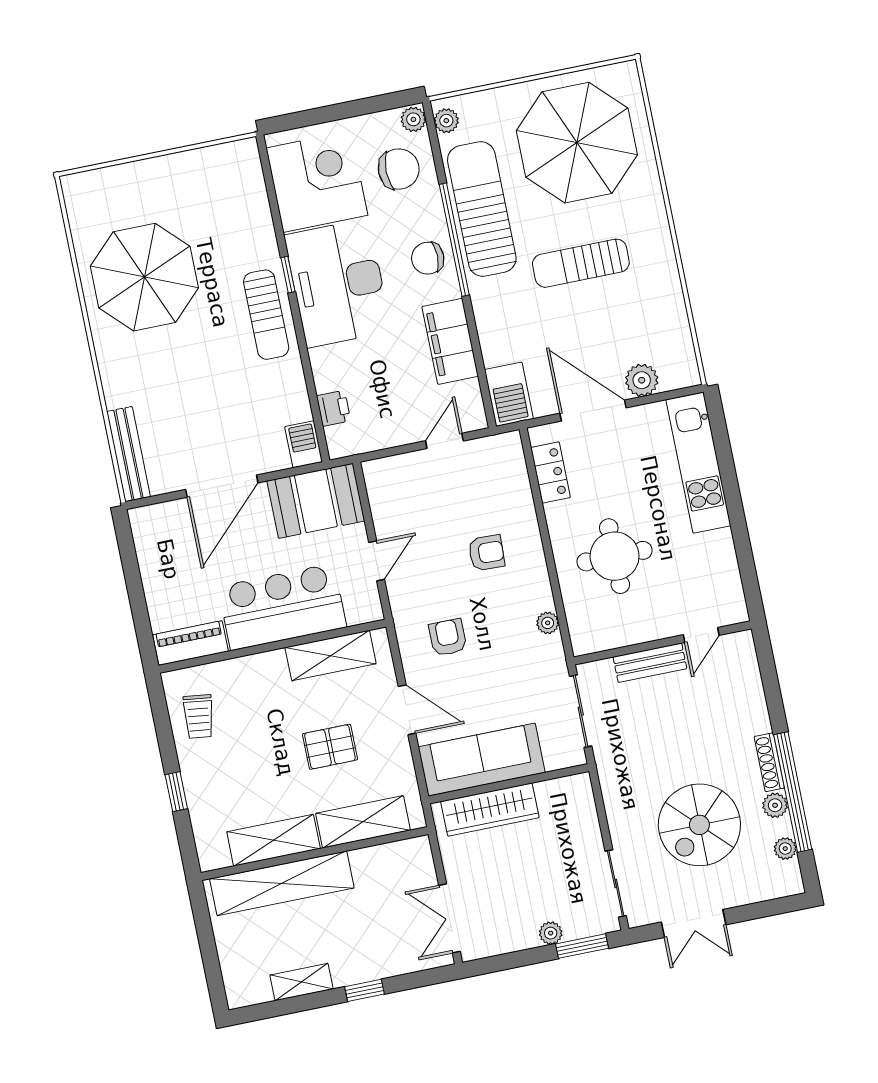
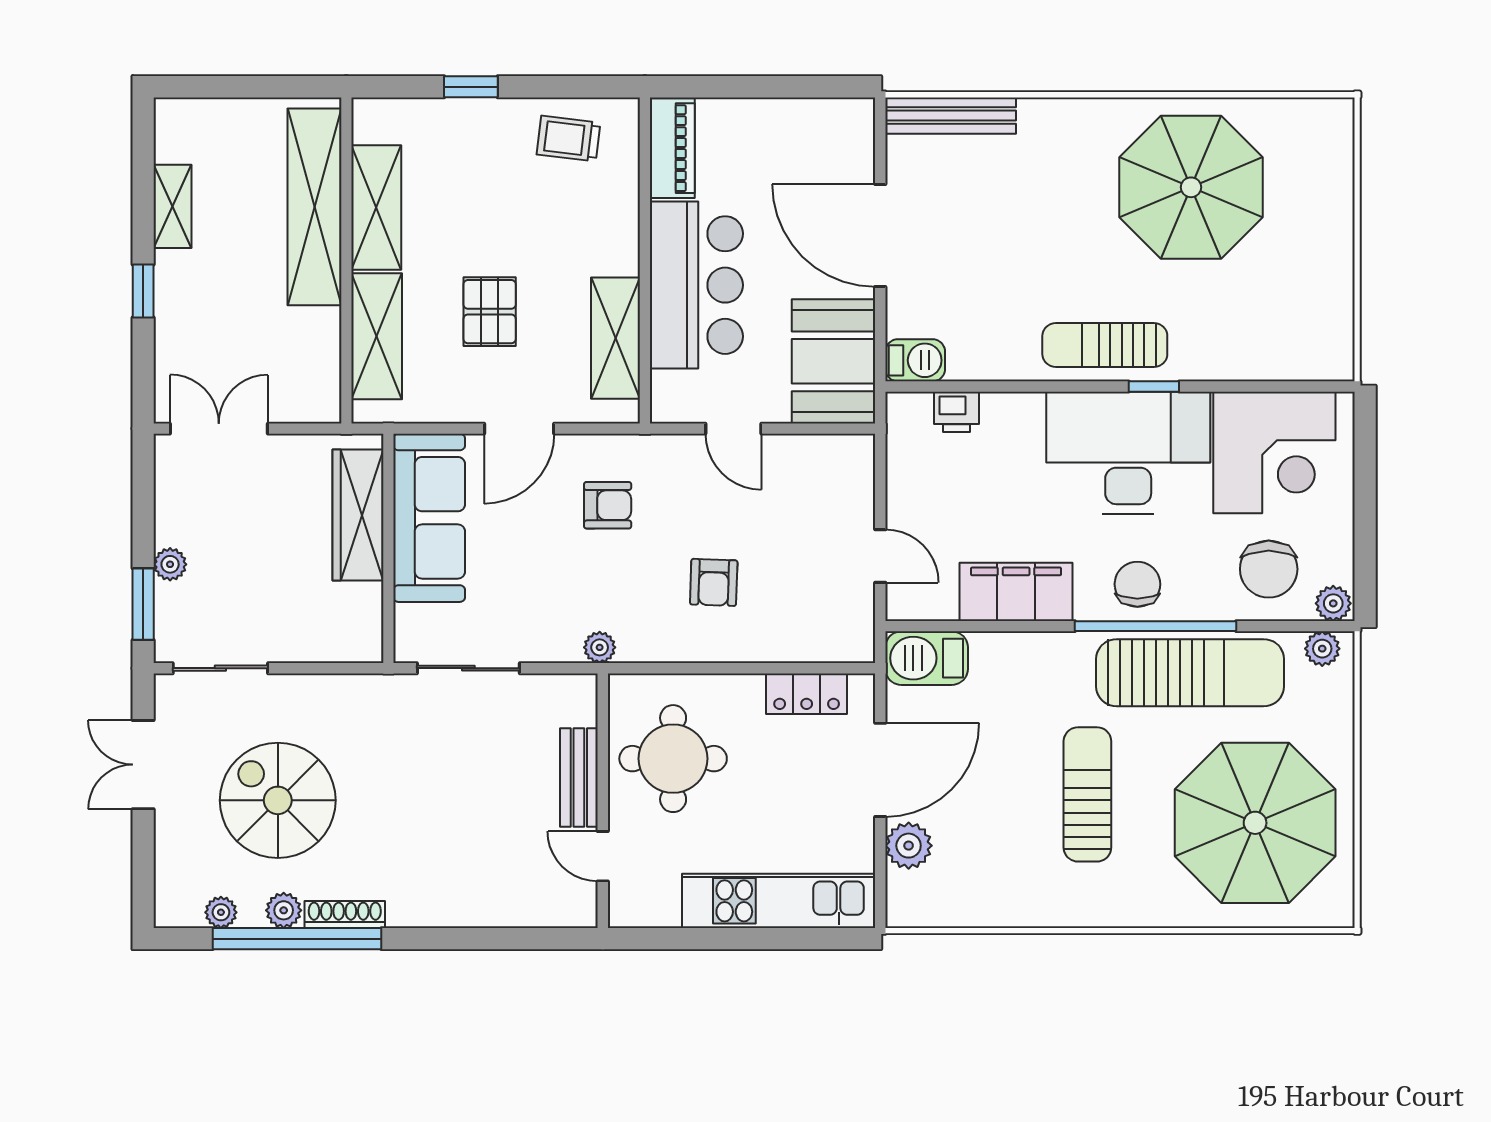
door: (701, 635) -> (603, 856), moved
wall: (663, 643) -> (603, 801), moved
bench: (650, 663) -> (579, 777), moved

